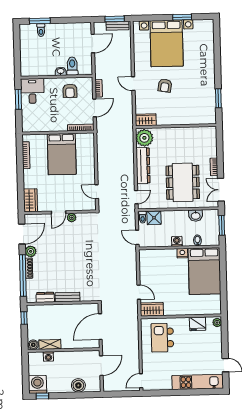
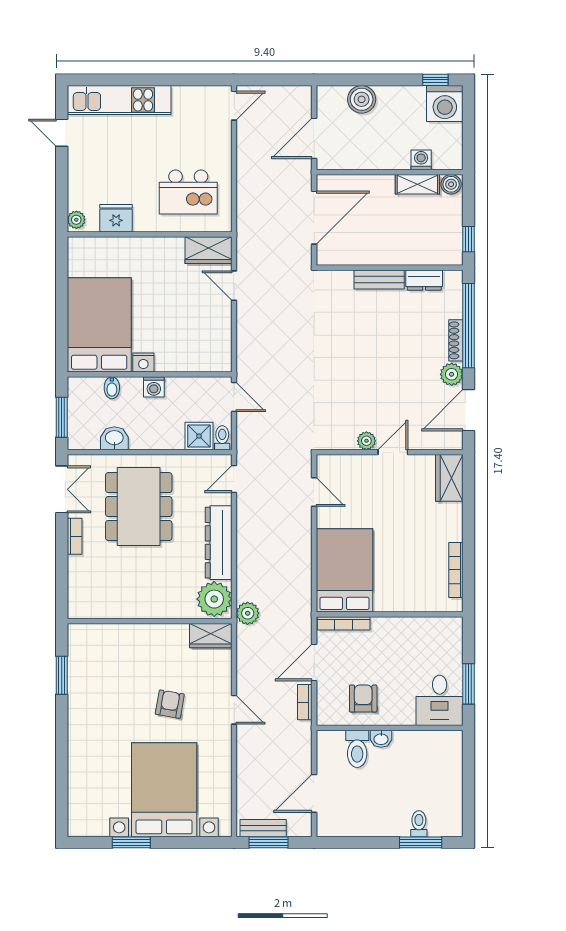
plant: (128, 131) -> (248, 613), added
bed: (62, 154) -> (344, 570), moved
kitchen island: (162, 338) -> (188, 192), turned 90

